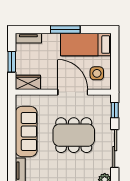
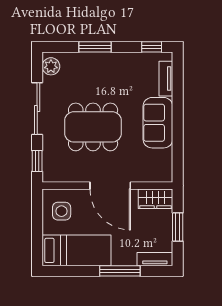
window: (65, 30) -> (120, 271), moved
door: (73, 92) -> (110, 186), moved
sofa: (26, 132) -> (158, 123), width x0.73

